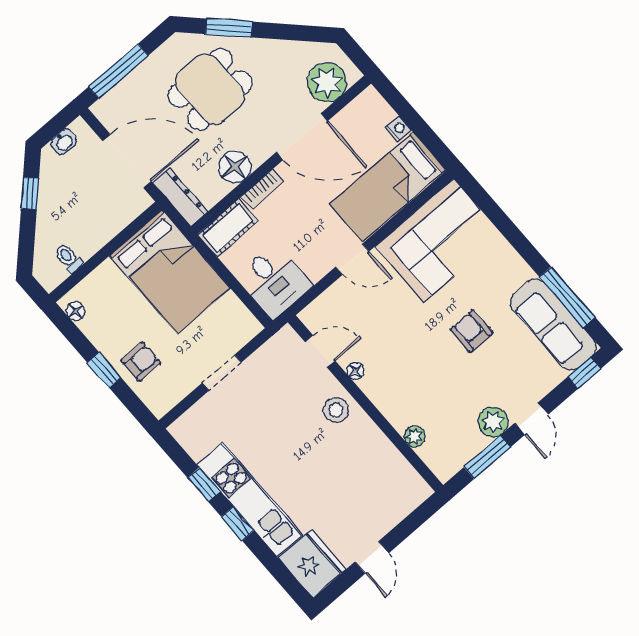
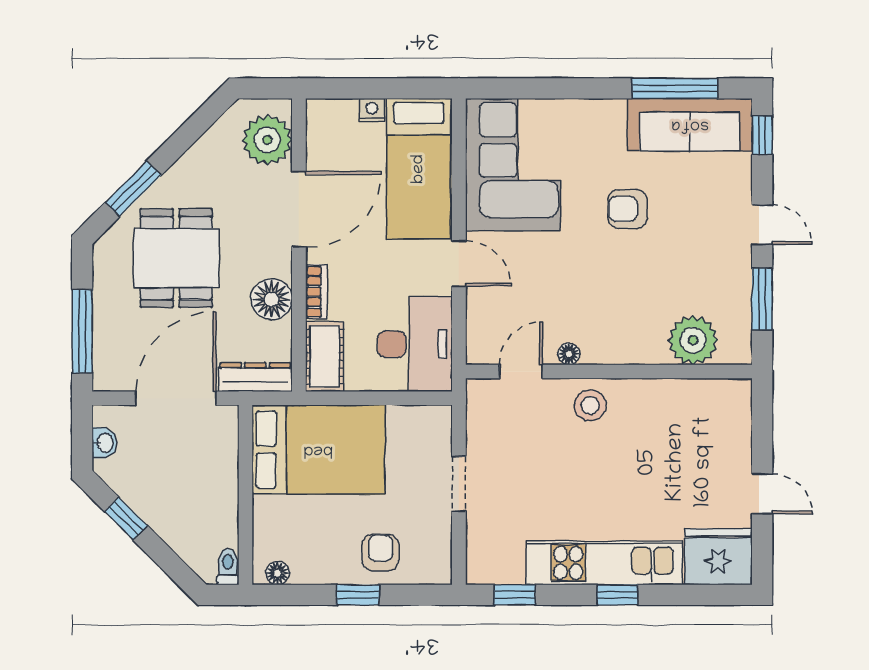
toilet: (69, 258) -> (228, 567), moved, turned 90
door: (352, 259) -> (459, 263), hinge flipped
desk: (274, 281) -> (415, 344), width x1.37
plant: (493, 422) -> (733, 264), removed
plant: (415, 436) -> (693, 340), width x1.88, depth x1.88
window: (204, 485) -> (515, 595), moved

